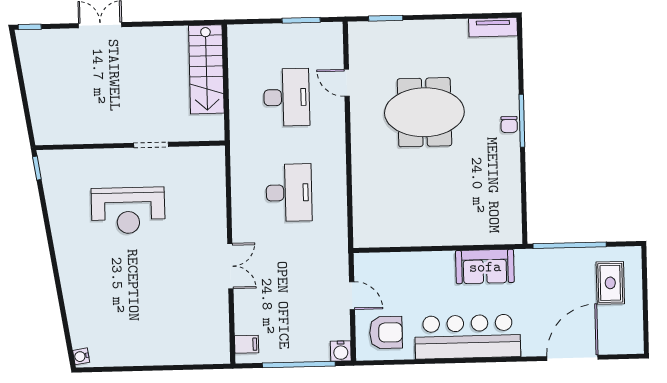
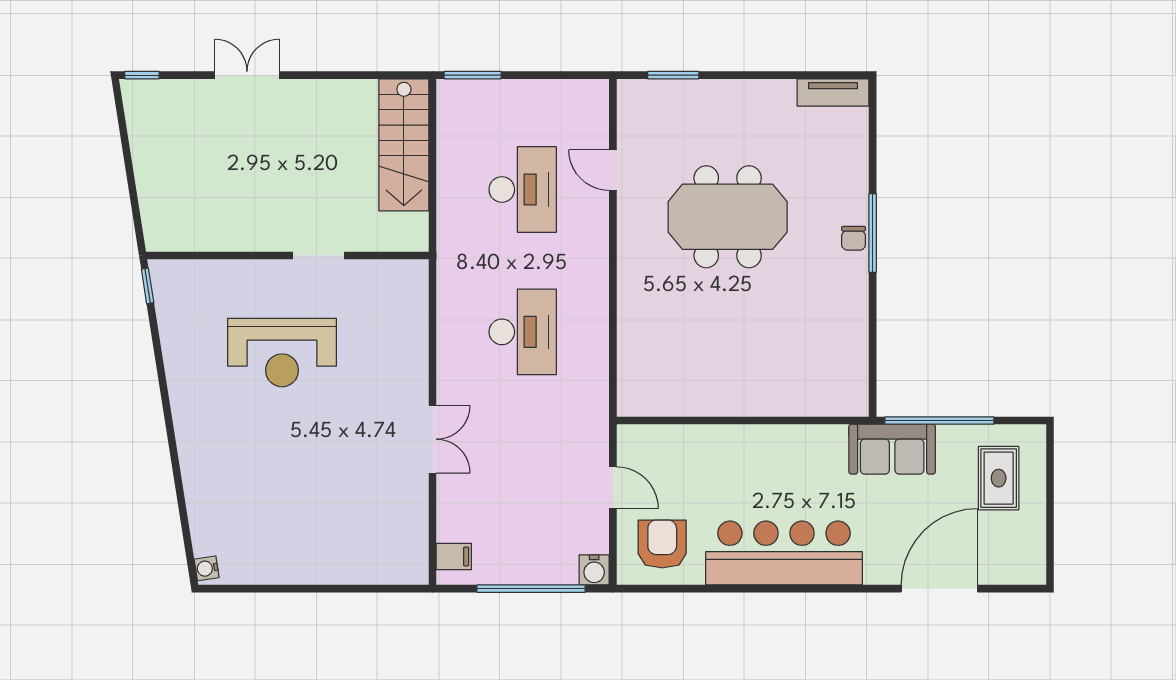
window: (301, 20) -> (473, 75), moved
sofa: (485, 267) -> (892, 449), moved
armchair: (386, 333) -> (662, 544), turned -90

